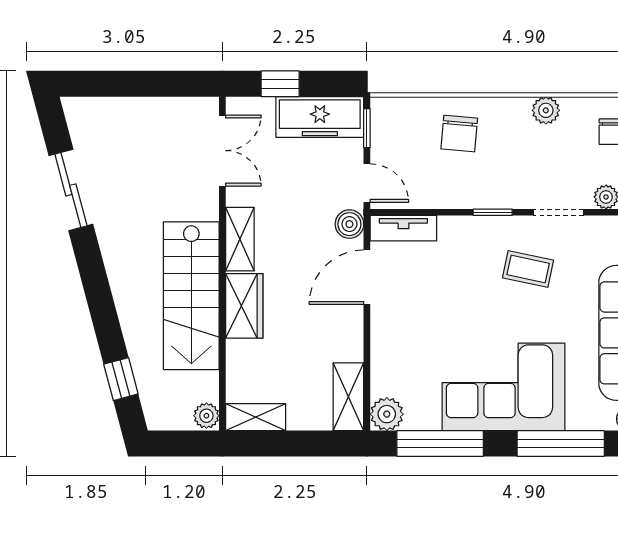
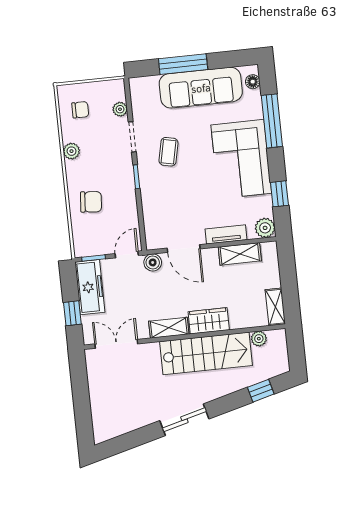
sliding door: (71, 190) -> (184, 420), moved
tv unit: (403, 228) -> (226, 234), moved, turned -90
shelving: (348, 397) -> (240, 254), moved
plant: (206, 416) -> (259, 339), moved
window: (440, 444) -> (279, 194), width x0.46

